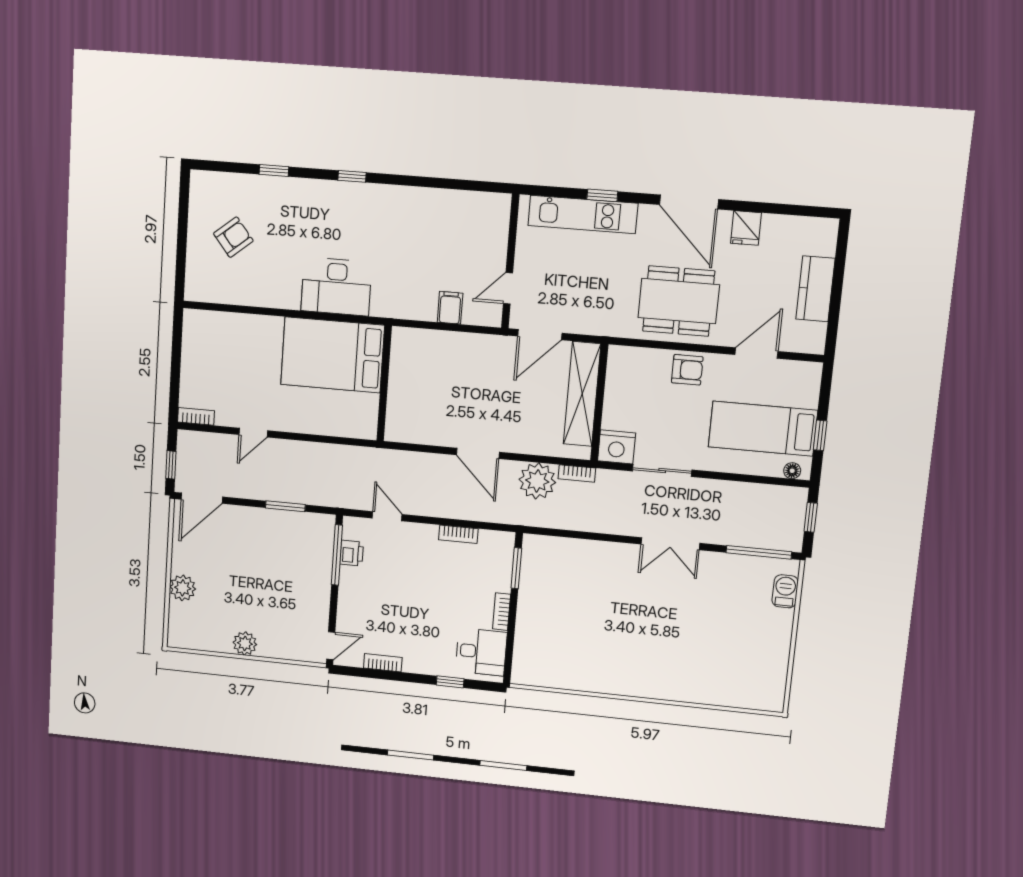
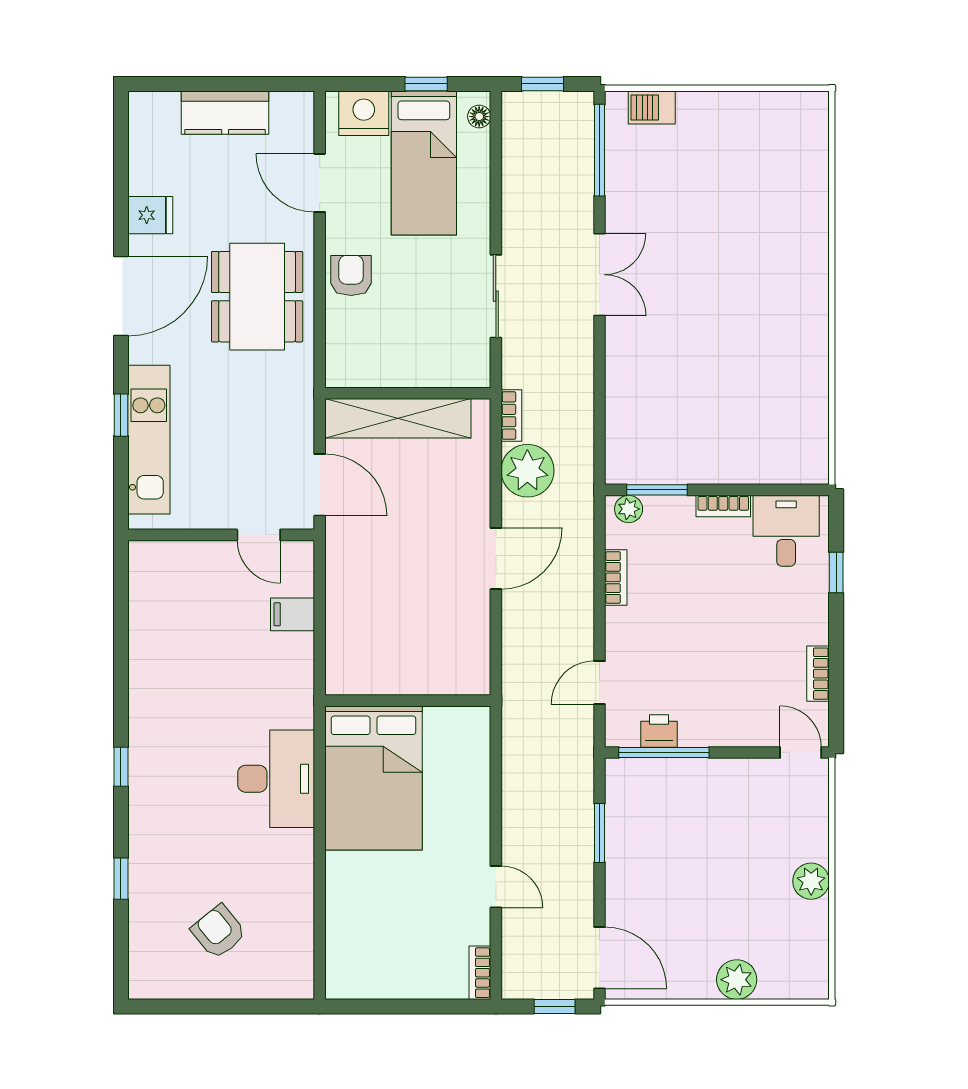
nightstand: (617, 447) -> (364, 113), moved, turned -90
plant: (505, 548) -> (629, 509), added

